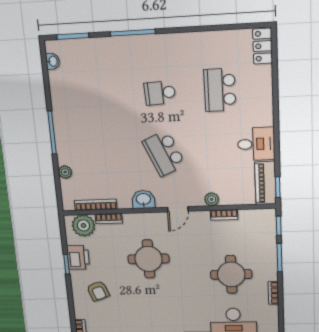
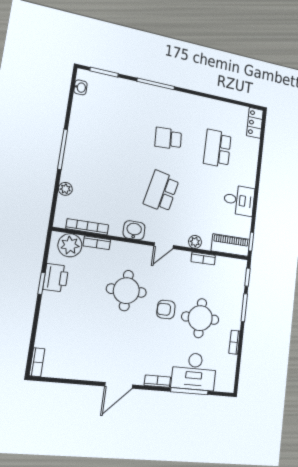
school desk: (164, 153) -> (161, 191), turned 36
piano: (265, 183) -> (231, 245), moved, turned 90
armchair: (98, 291) -> (166, 309), moved, turned 110

